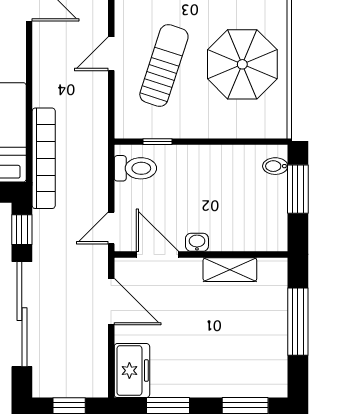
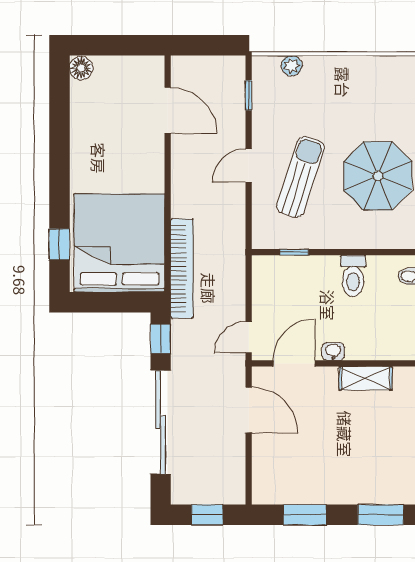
toilet: (135, 168) -> (353, 276), moved, turned 90
door: (157, 254) -> (294, 363), hinge flipped
freezer: (132, 371) -> (269, 478), removed

